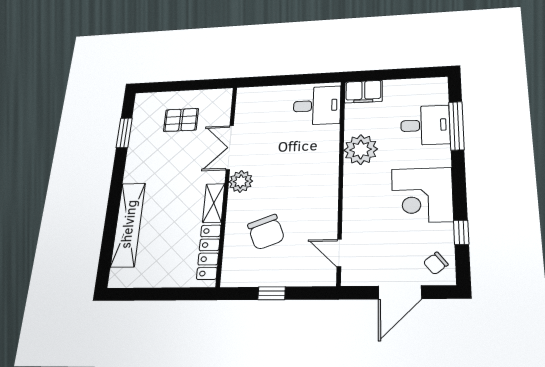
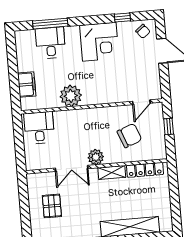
desk: (317, 106) -> (39, 128), moved
plant: (361, 150) -> (71, 96), moved
wall: (341, 178) -> (92, 106), moved
door: (339, 253) -> (141, 102), moved

